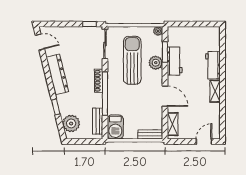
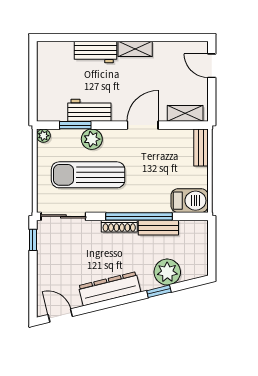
door: (40, 42) -> (60, 315), hinge flipped
bench: (98, 121) -> (158, 228), moved
plant: (71, 123) -> (167, 272), moved

